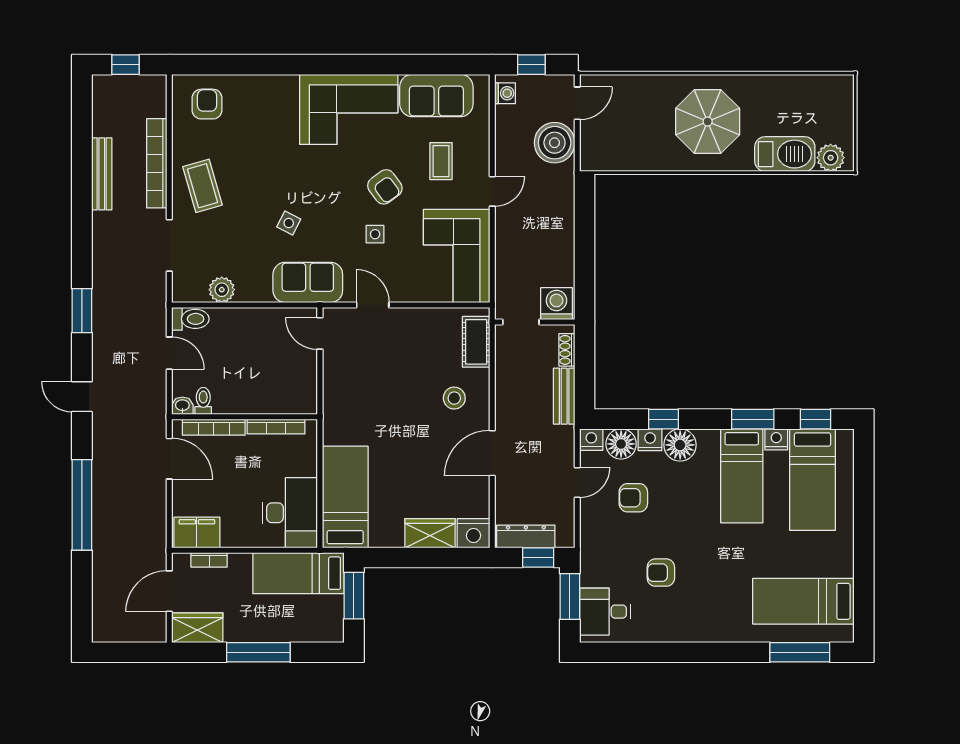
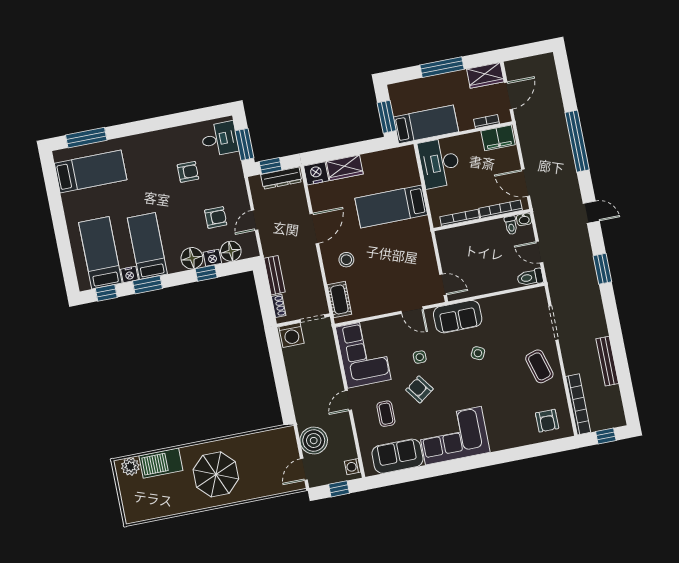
bookcase: (157, 163) -> (578, 404), moved
plant: (222, 290) -> (513, 301), removed
nightstand: (591, 440) -> (251, 250), removed
bed: (345, 497) -> (391, 206), moved, turned 90

